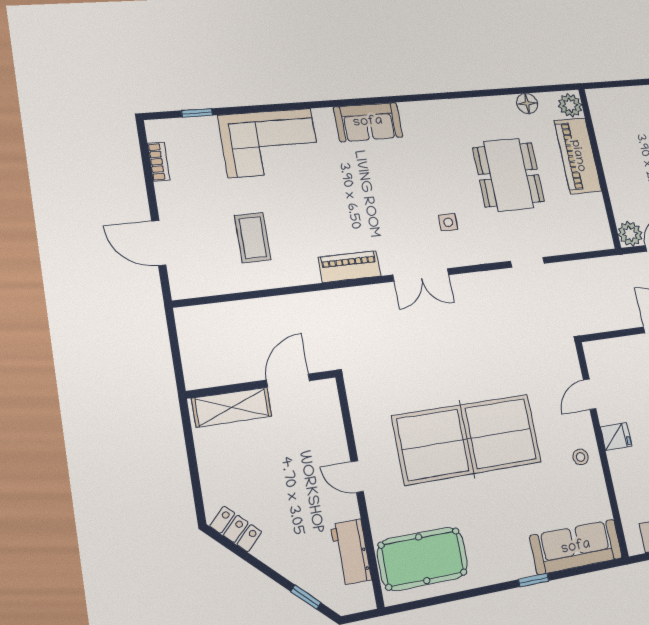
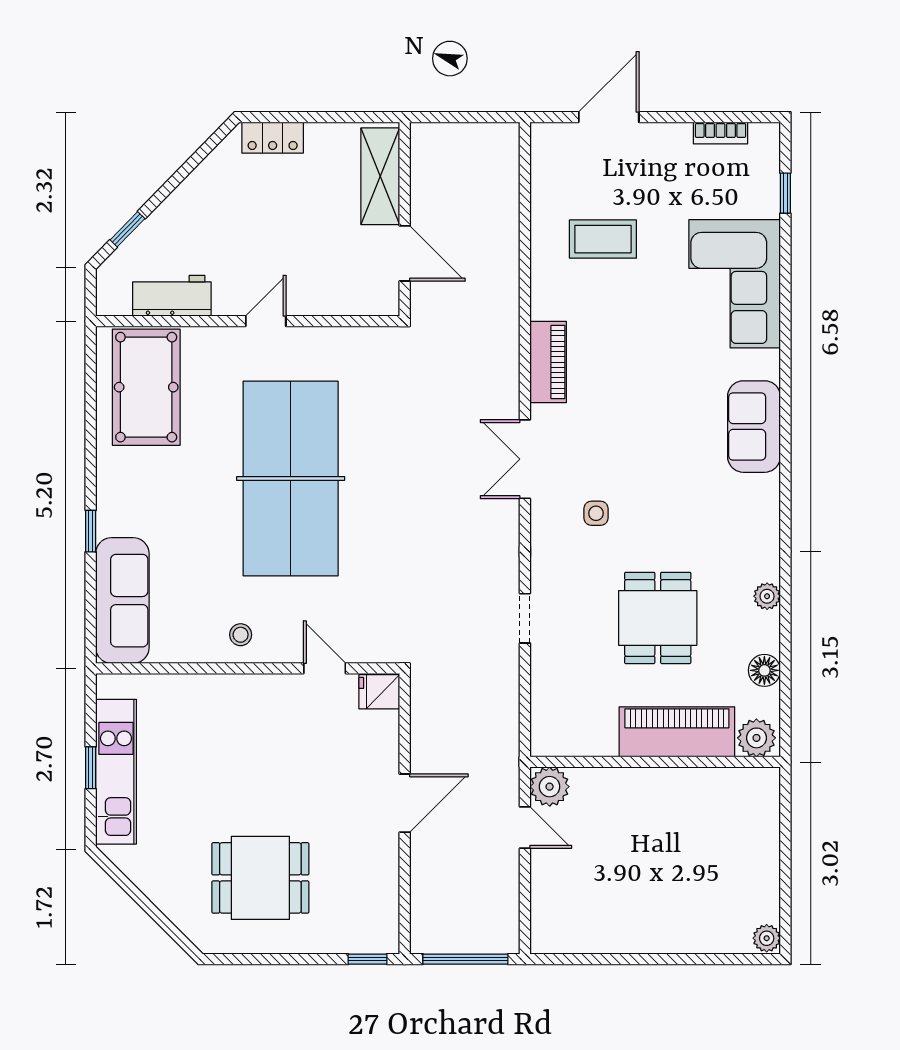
plant: (480, 105) -> (767, 596), added
dining table: (509, 175) -> (658, 618), width x0.73
fridge: (616, 436) -> (379, 692), moved, turned 90
locker: (236, 529) -> (273, 138), moved, turned 46

